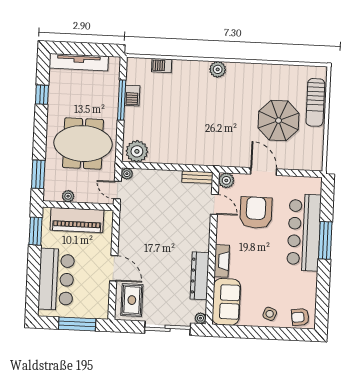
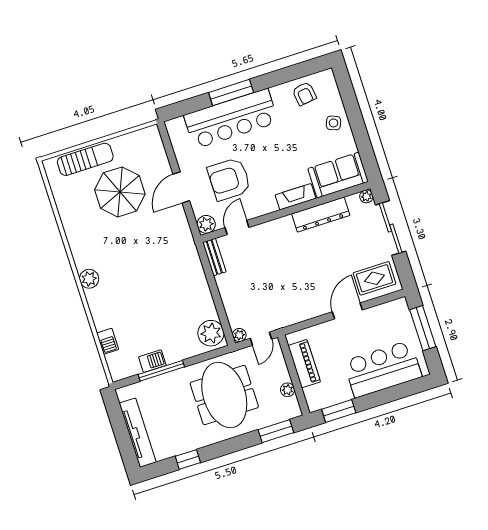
piano: (77, 220) -> (304, 364), width x0.73, depth x0.75
armchair: (300, 317) -> (304, 94), moved

